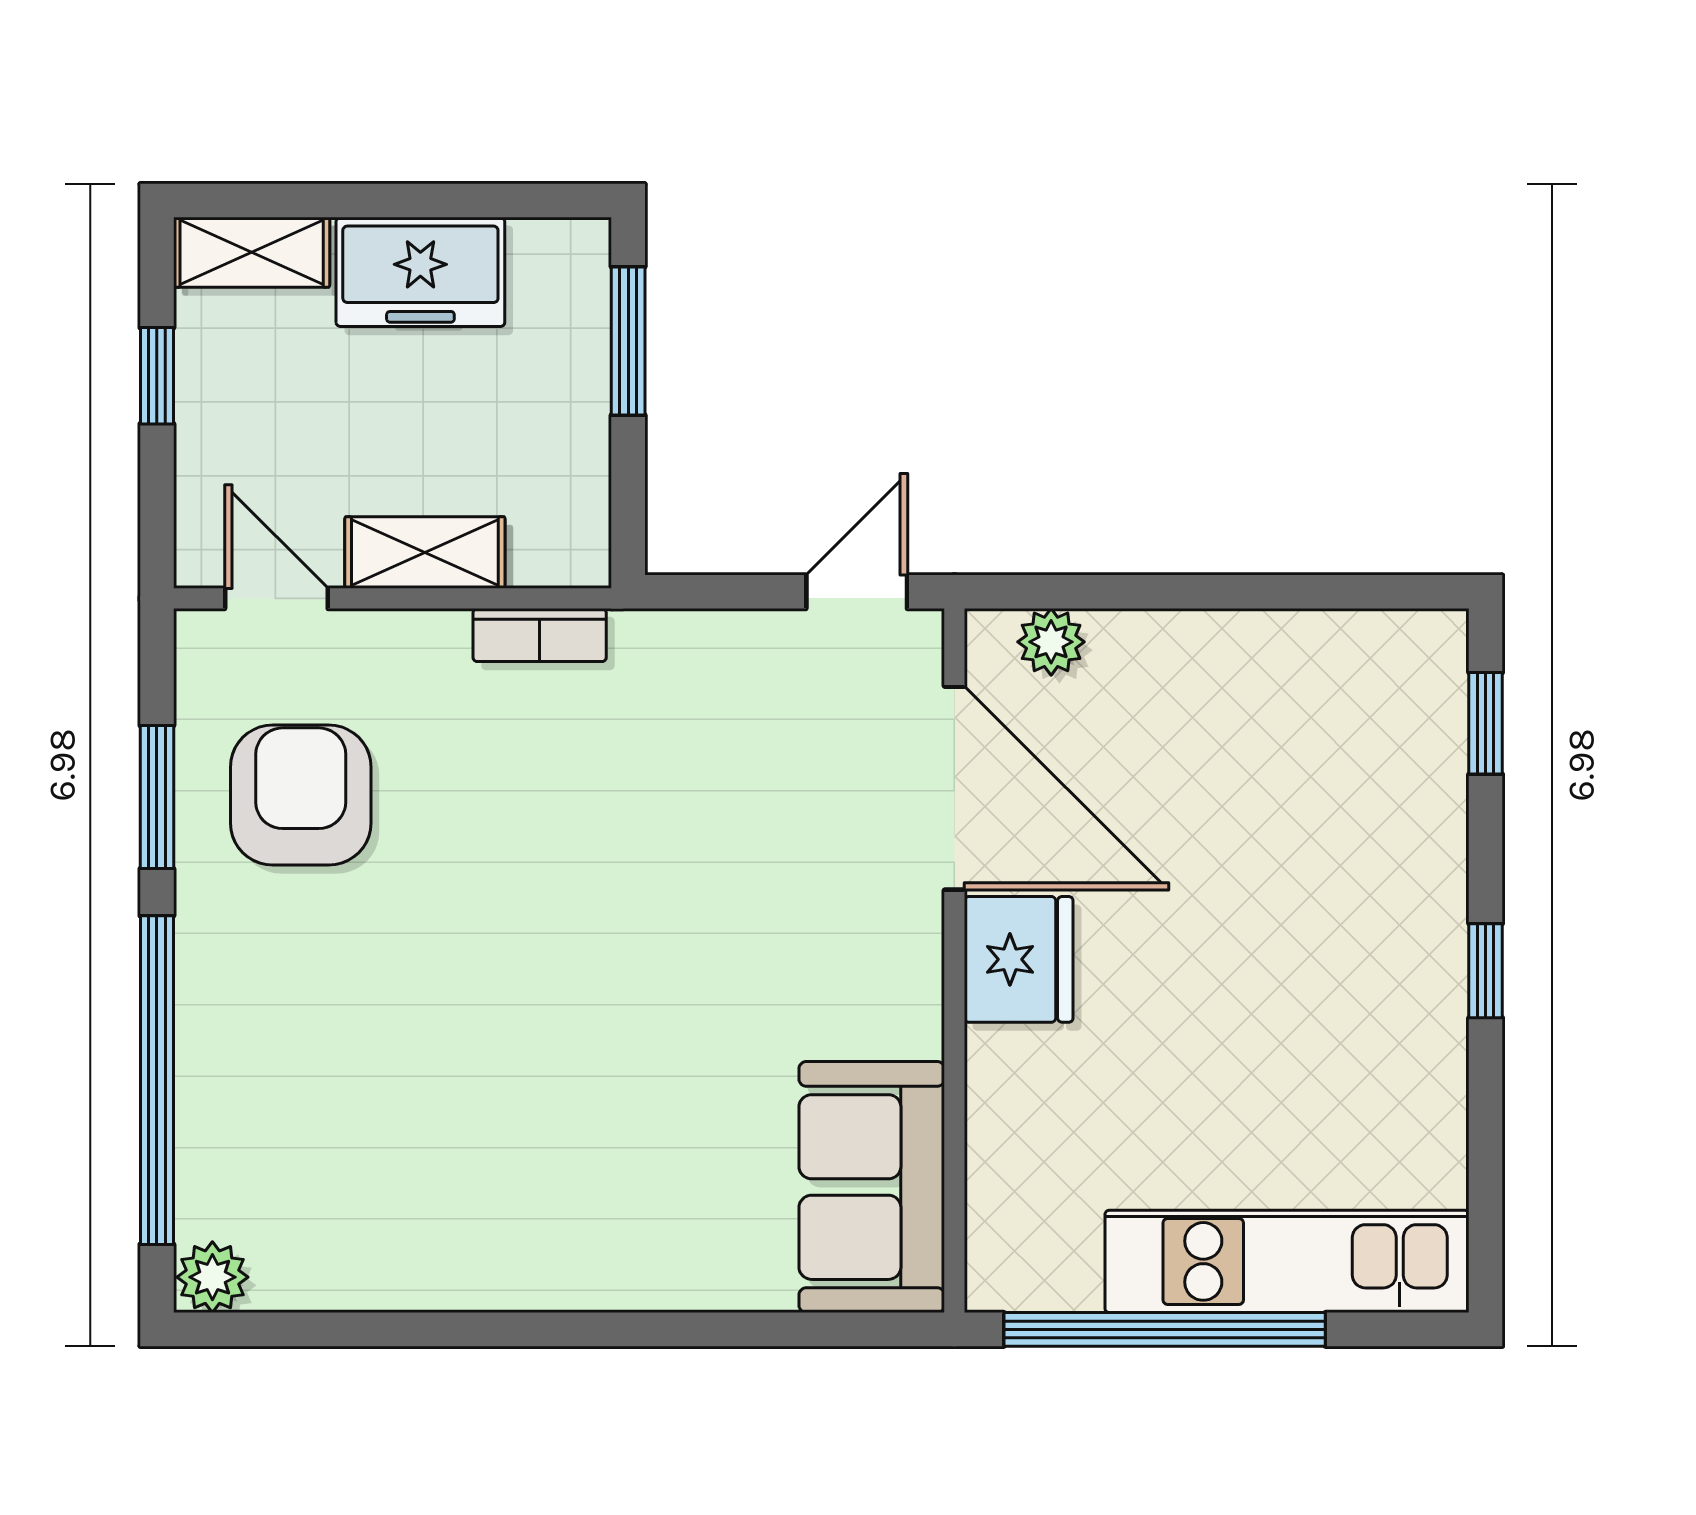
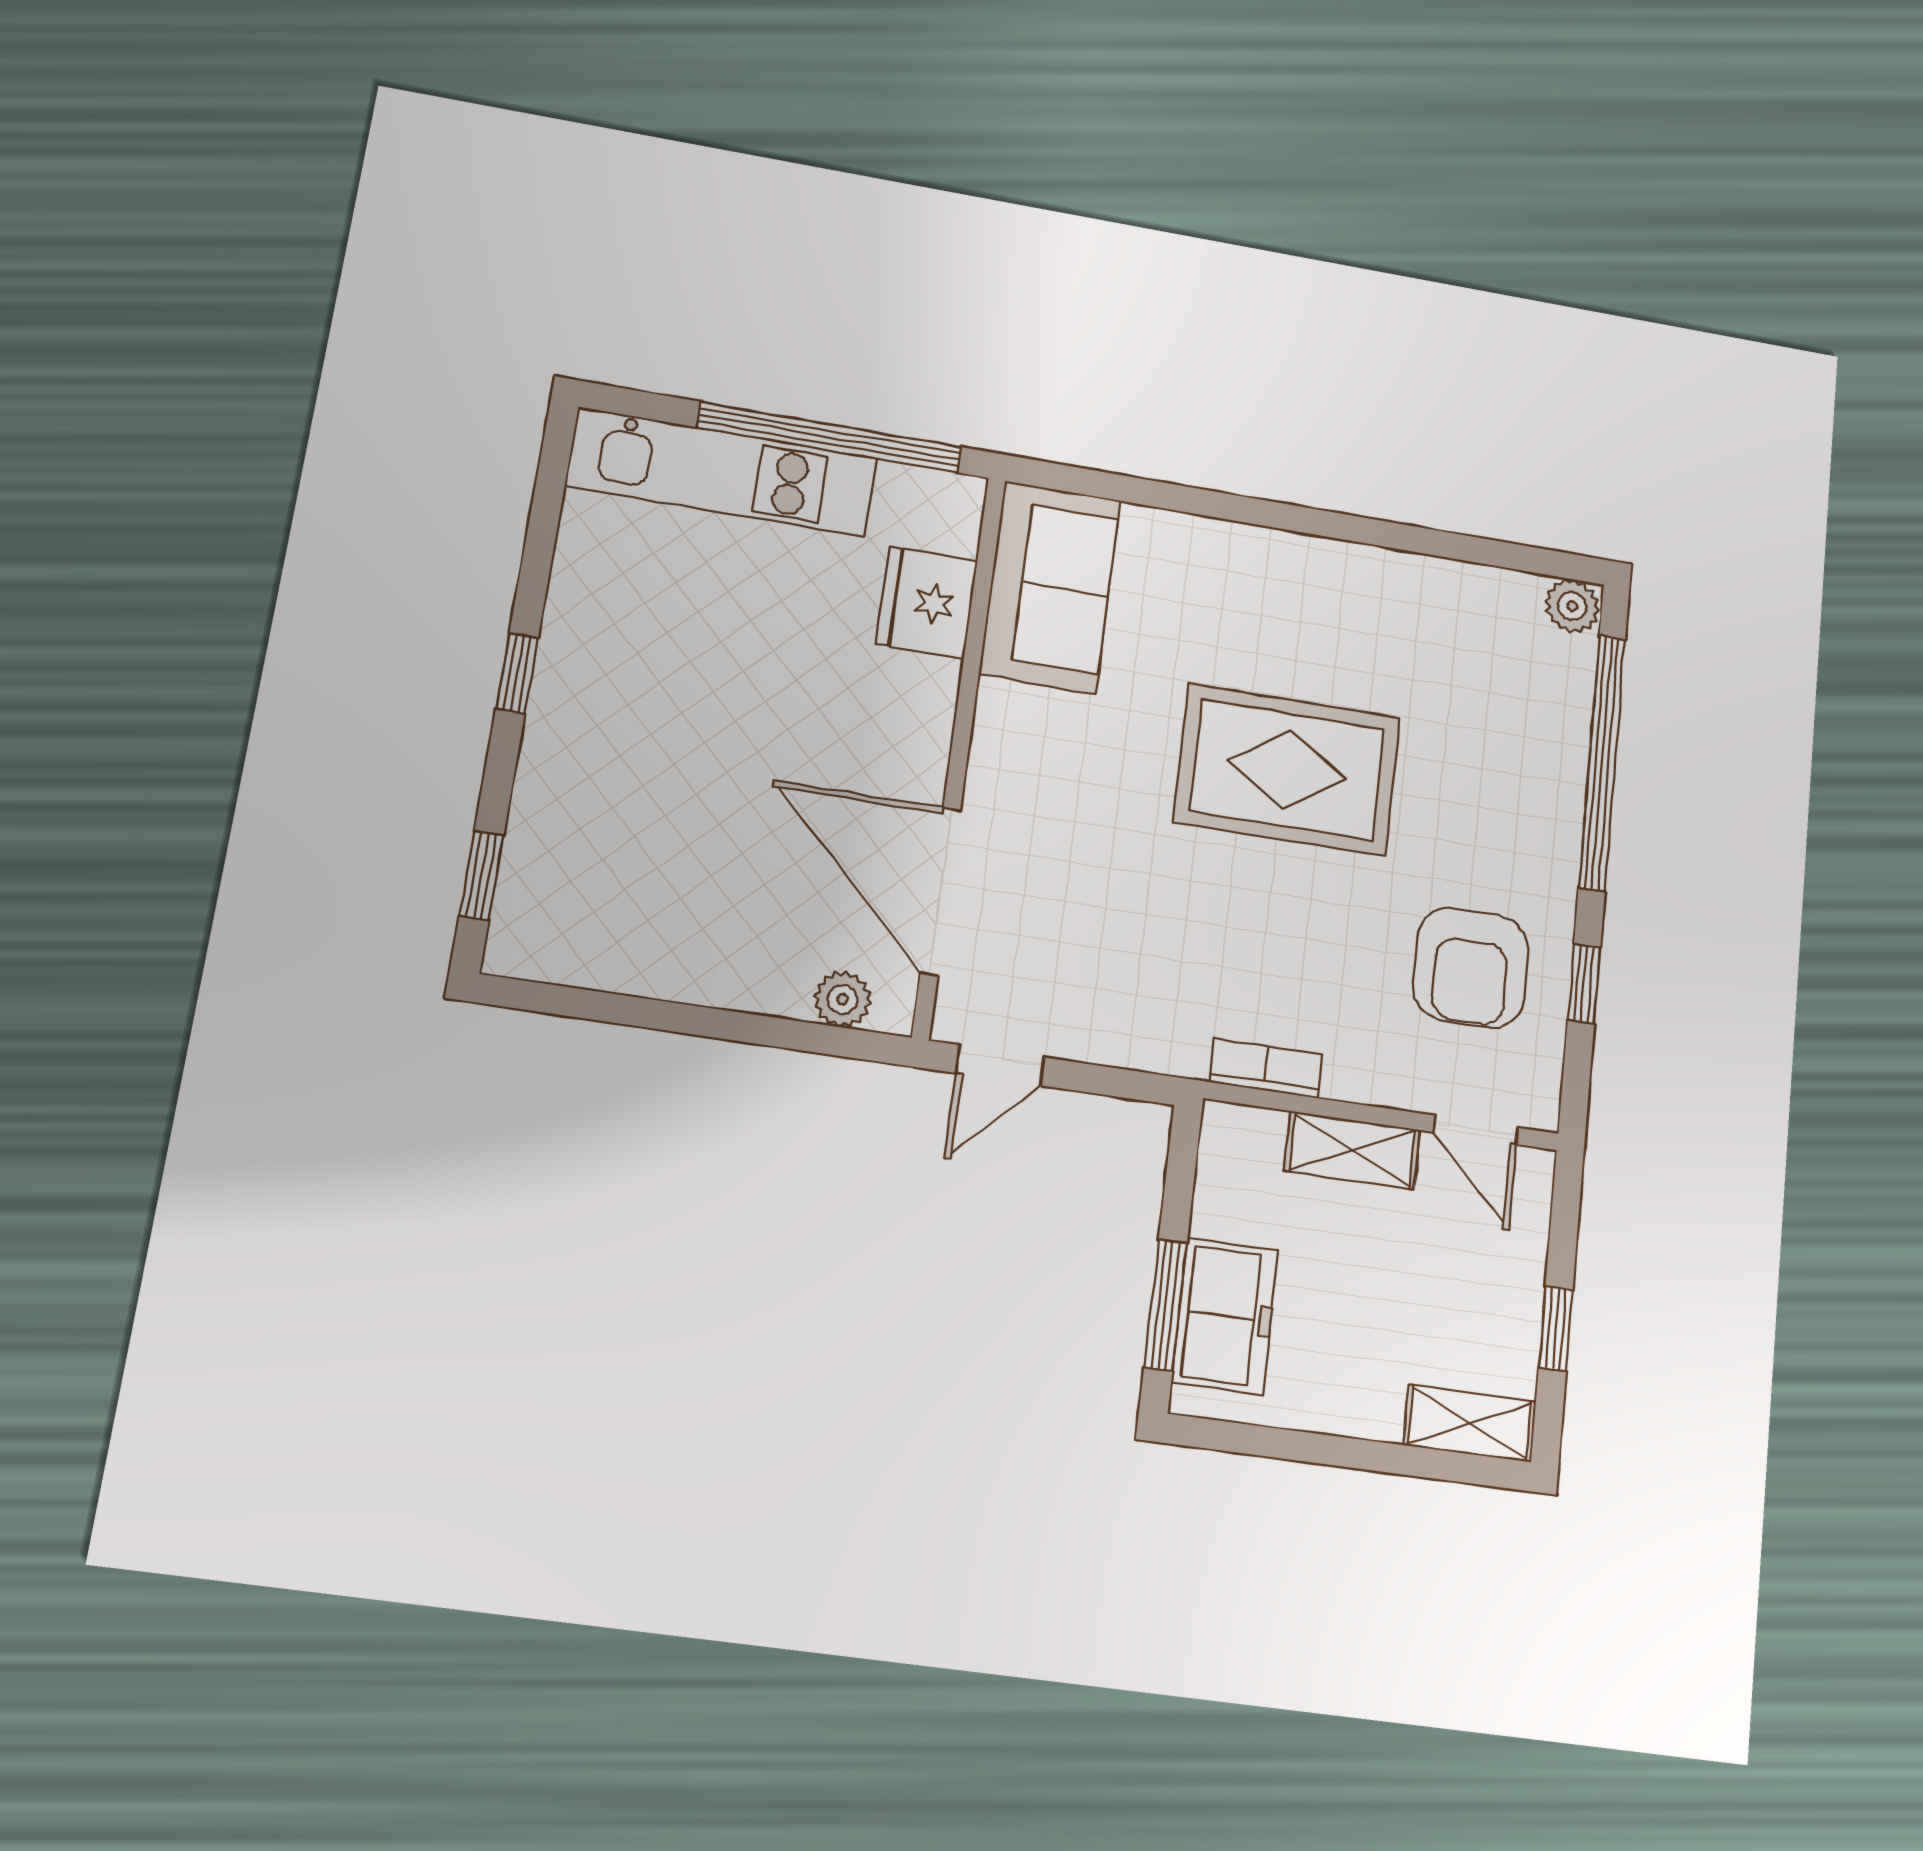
freezer: (420, 272) -> (1225, 1316), moved, turned 90
window: (157, 797) -> (1584, 984), width x0.67
fridge: (1019, 959) -> (927, 603), moved
rug: (553, 1005) -> (1287, 770), added

